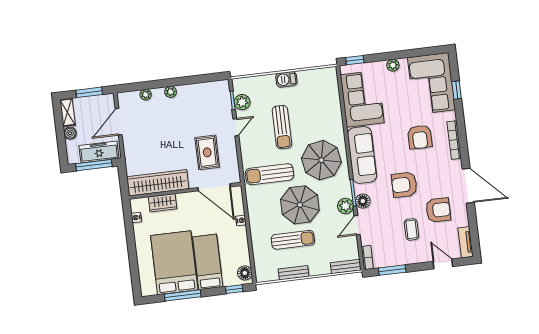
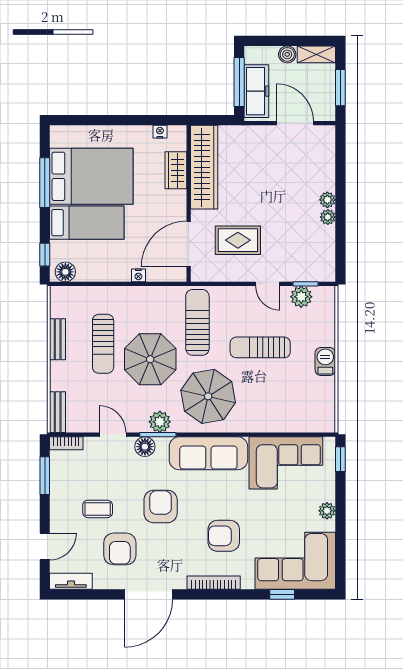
plant: (146, 95) -> (328, 217), moved
plant: (345, 206) -> (160, 422), moved

